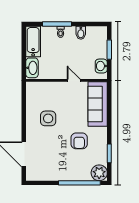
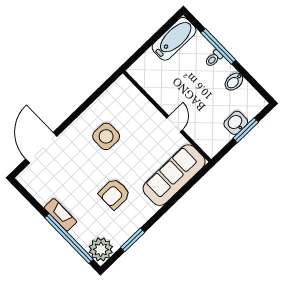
washbasin: (101, 66) -> (236, 123), moved
washbasin: (32, 68) -> (144, 65), removed
fireplace: (64, 176) -> (60, 215), added

